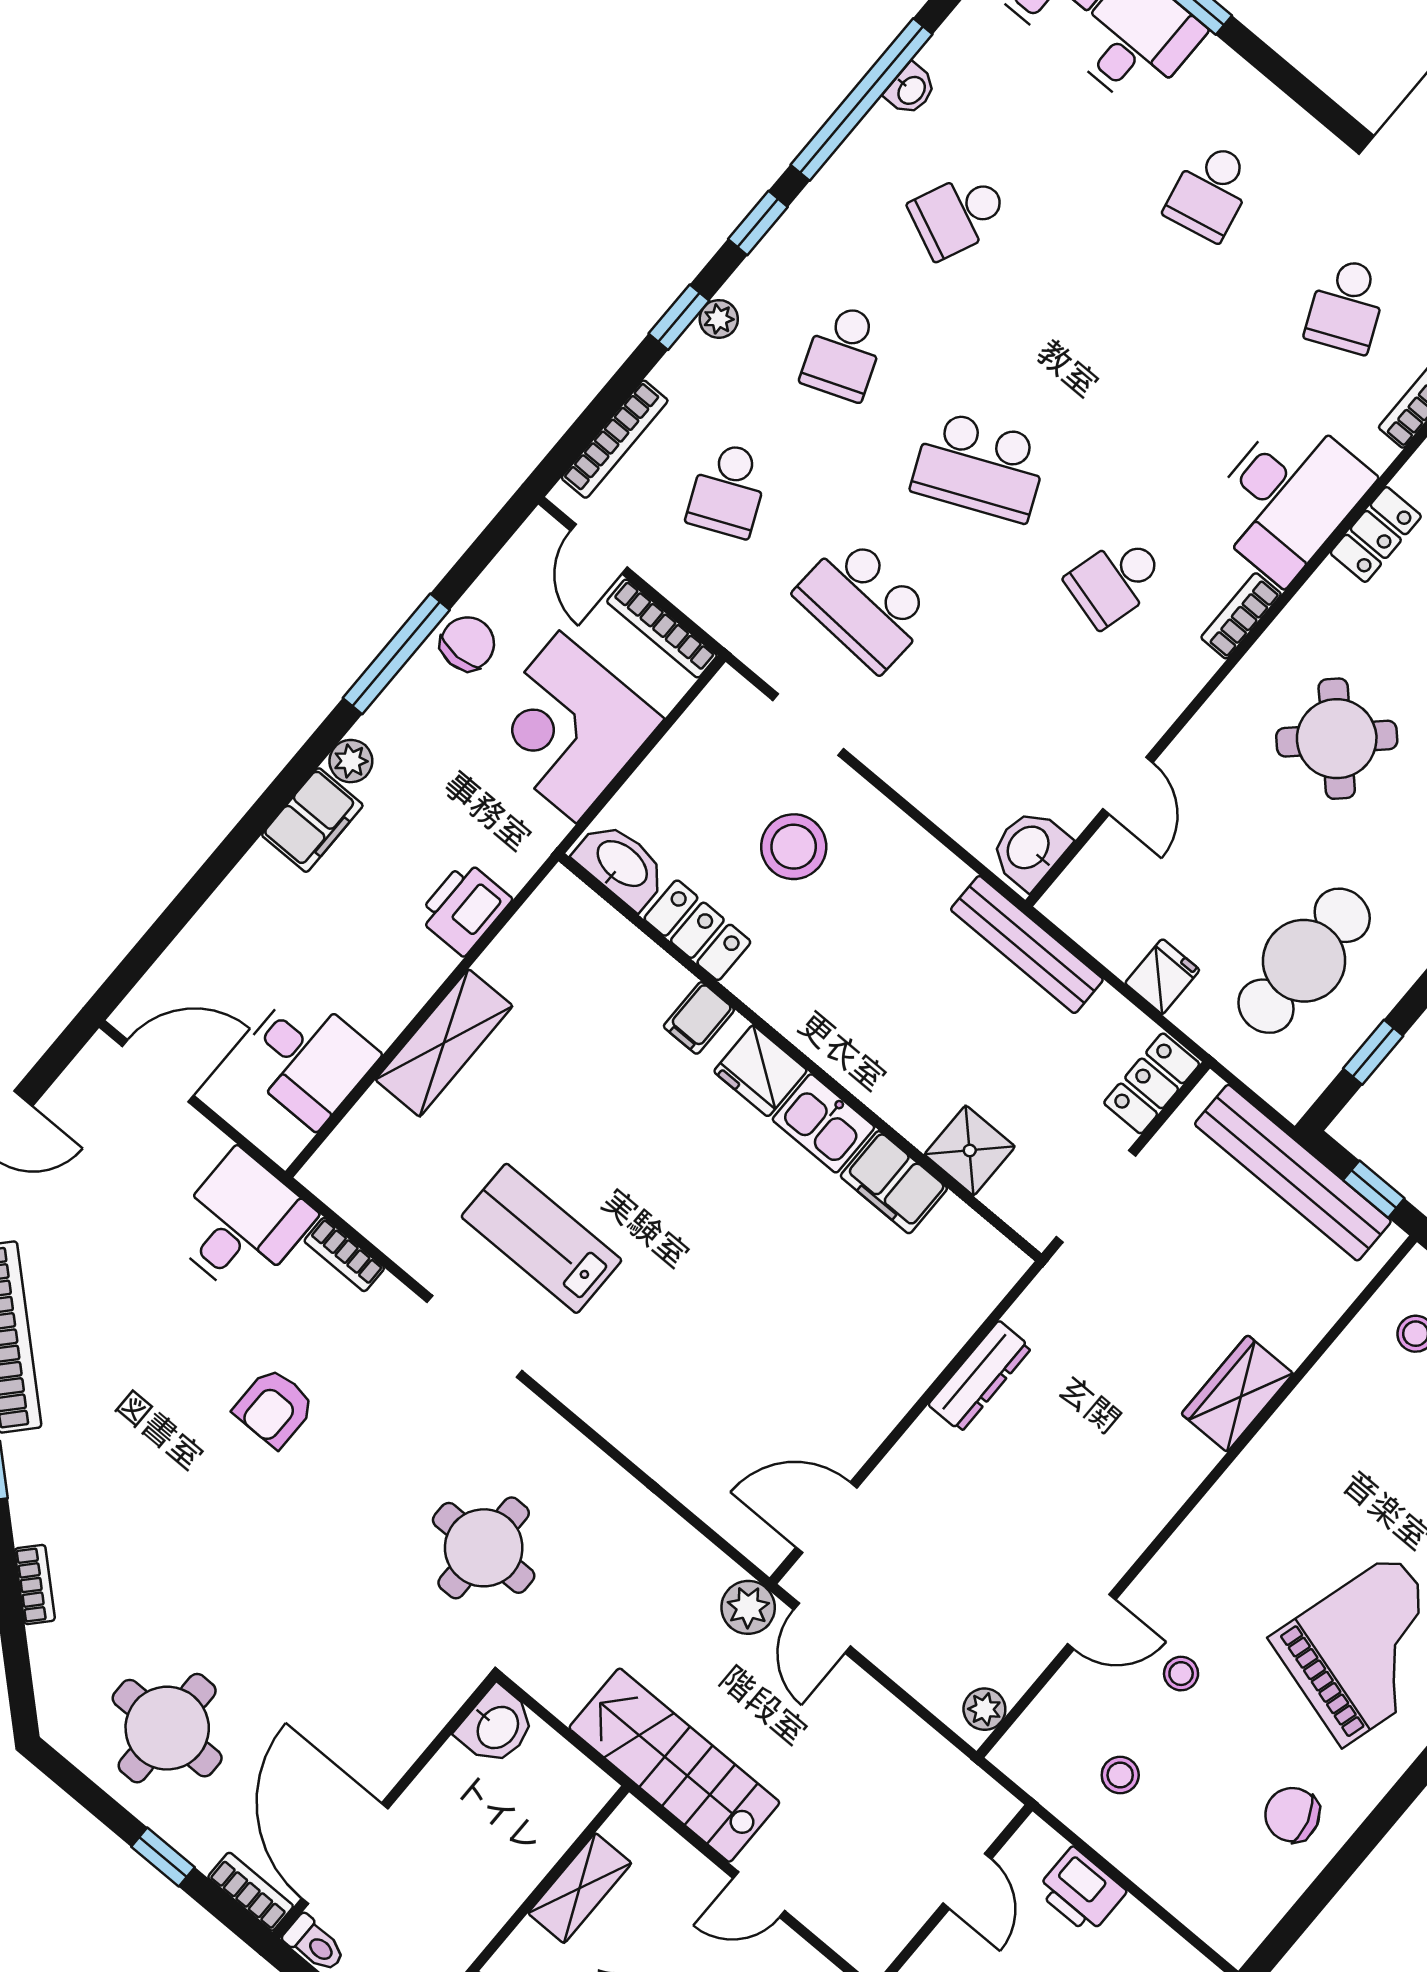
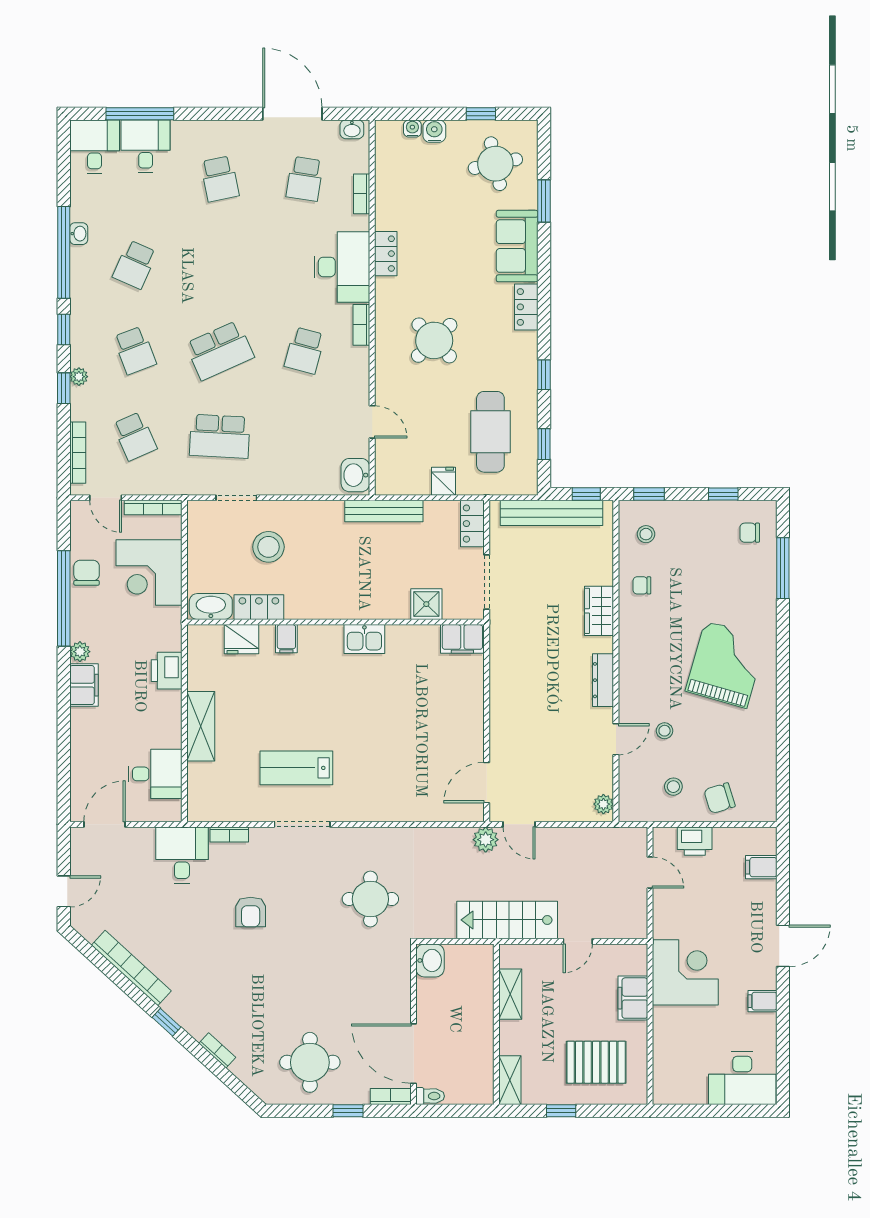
school desk: (1346, 306) -> (305, 179), turned 33
window: (396, 654) -> (64, 598), width x1.46
fridge: (760, 1071) -> (241, 639), moved
filing cabinet: (894, 1182) -> (462, 639), moved
dresser: (980, 1376) -> (603, 680), moved, turned 180
chair: (1340, 1410) -> (642, 585), added
chair: (1292, 1815) -> (720, 798), moved

